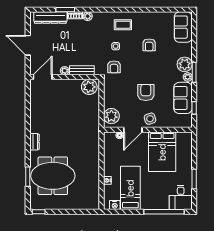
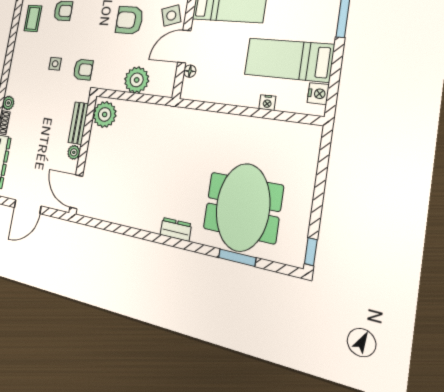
coffee table: (123, 25) -> (33, 18), moved
plant: (111, 116) -> (137, 80), moved
door: (133, 130) -> (184, 47), swing flipped

